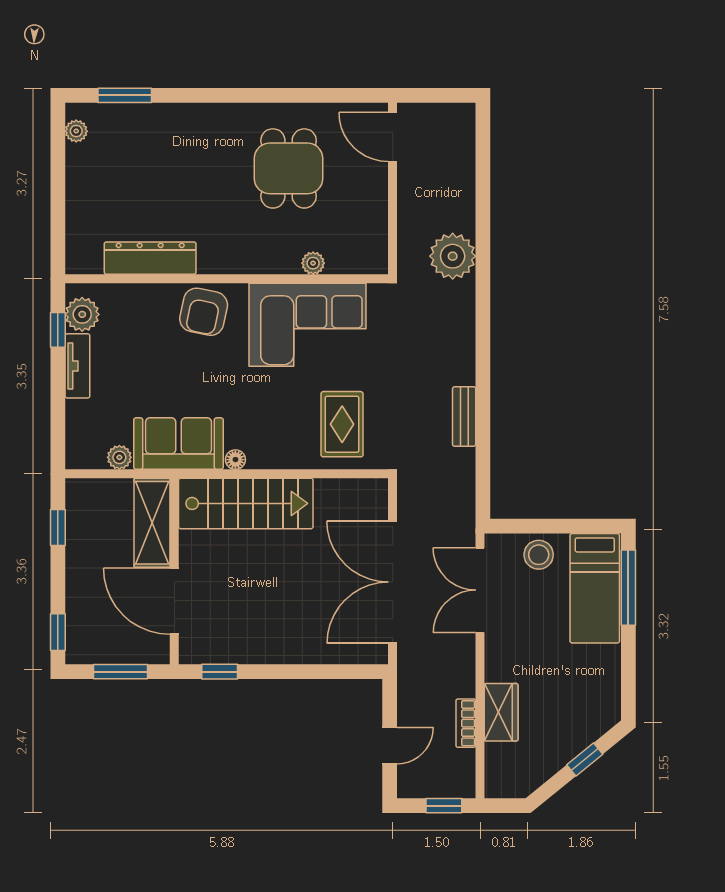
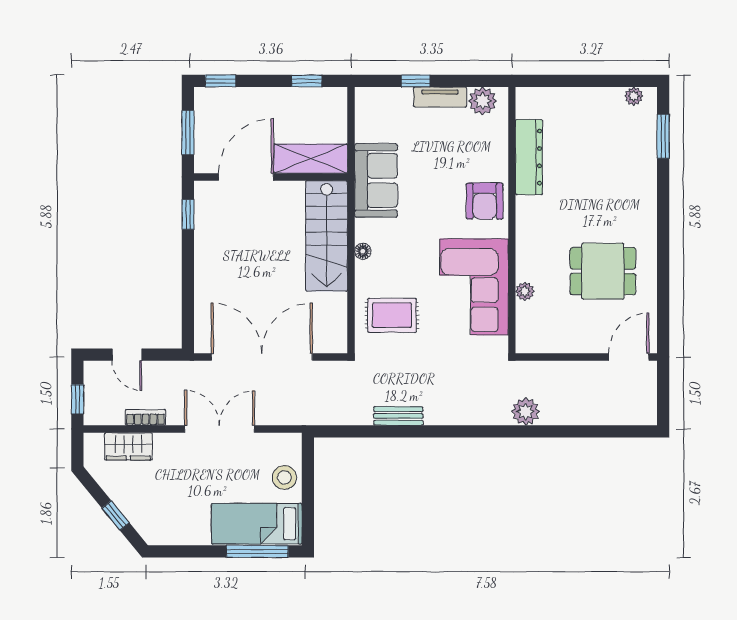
plant: (453, 256) -> (525, 411), width x0.73, depth x0.73
armchair: (204, 312) -> (485, 201), turned -102
window: (58, 330) -> (416, 81), moved
plant: (119, 457) -> (365, 132), removed
floor lamp: (235, 460) -> (363, 251), moved
double door: (480, 590) -> (220, 429), moved
wardrobe: (501, 712) -> (128, 446), moved

